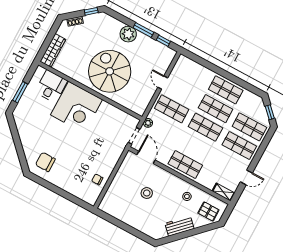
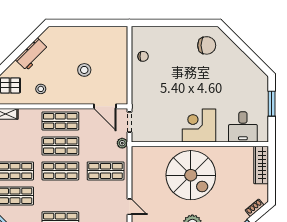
door: (163, 83) -> (129, 207), moved
corner desk: (77, 107) -> (199, 126), width x0.74, depth x0.74
shop shelf: (216, 109) -> (60, 146), moved

